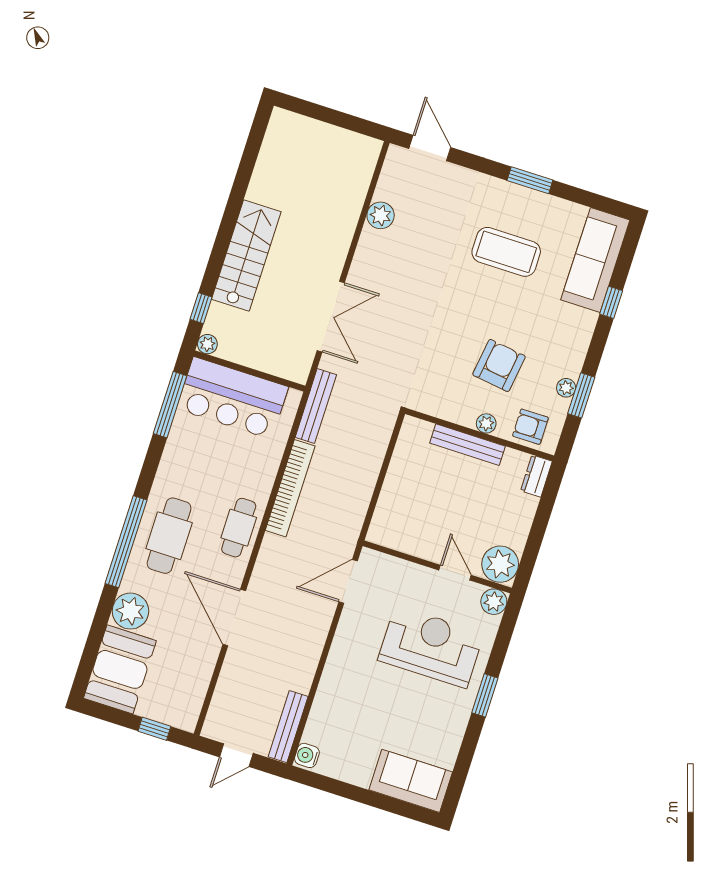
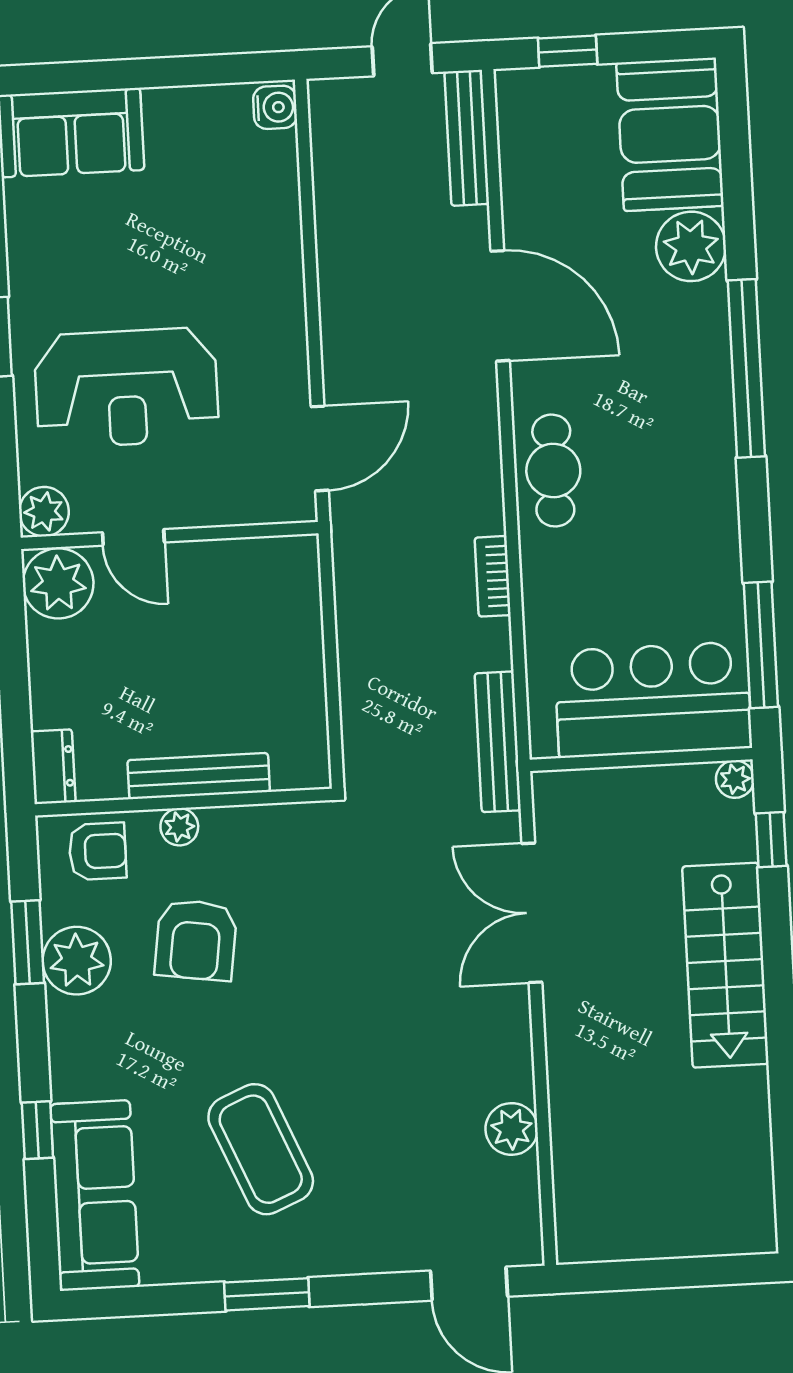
coffee table: (506, 252) -> (261, 1149), turned 67
plant: (566, 388) -> (77, 961), width x1.88, depth x1.88
bookcase: (290, 488) -> (493, 576), width x0.43, depth x0.76
cafe table: (169, 536) -> (673, 408), removed
bench: (288, 727) -> (467, 138), moved

